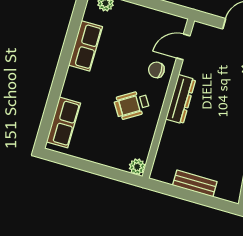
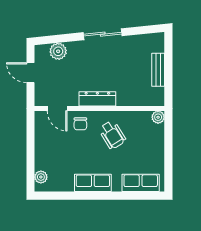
row of seats: (85, 46) -> (93, 183), moved

